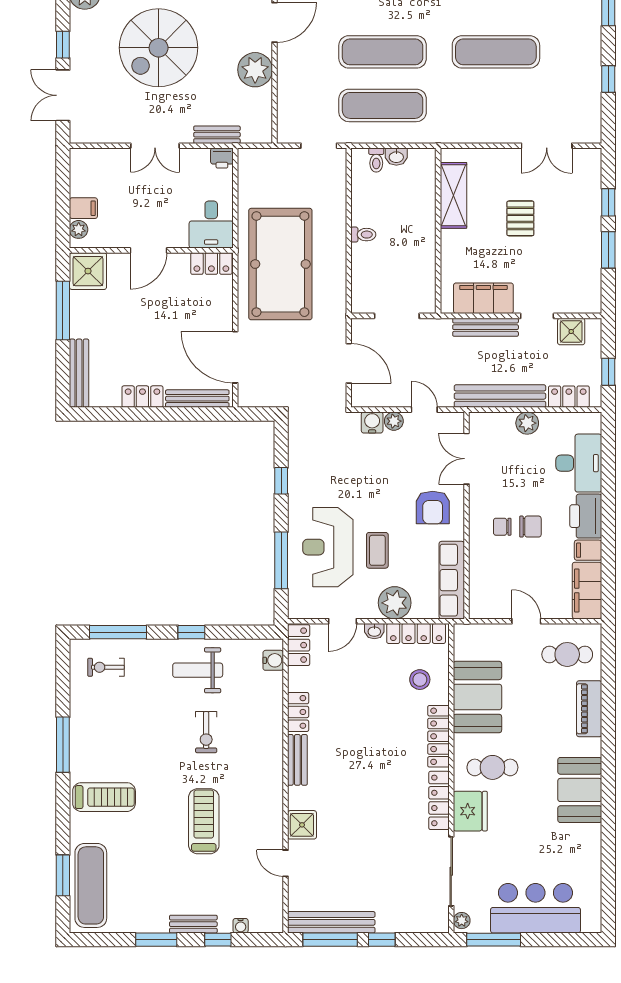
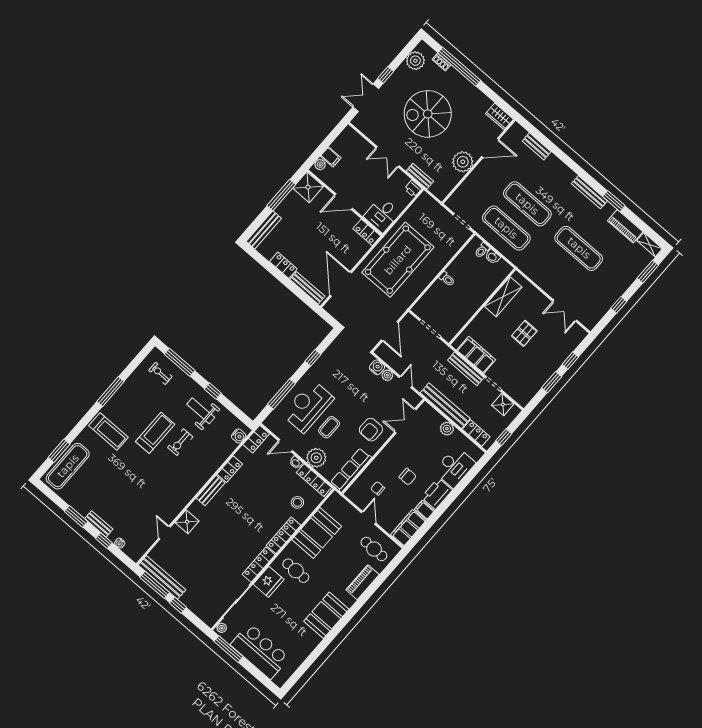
chair: (502, 527) -> (378, 488), moved
treadmill: (204, 821) -> (155, 433), moved

